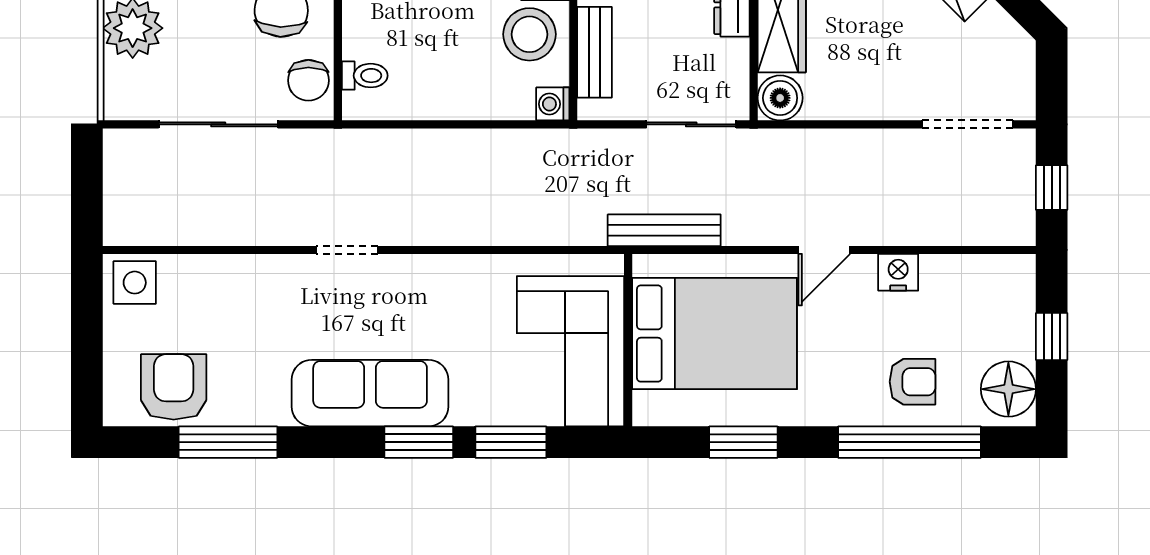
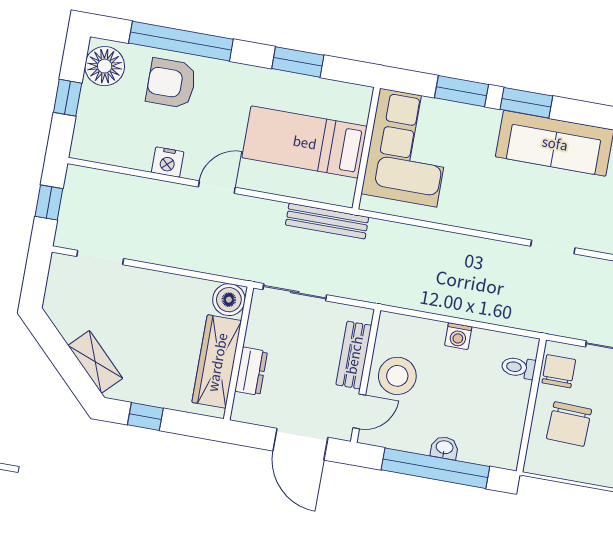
washing machine: (553, 104) -> (458, 336), moved, turned 90
doorway: (968, 124) -> (100, 257), width x0.73
bed: (714, 334) -> (305, 142), width x0.67
armchair: (913, 382) -> (171, 83), width x1.38, depth x1.38

